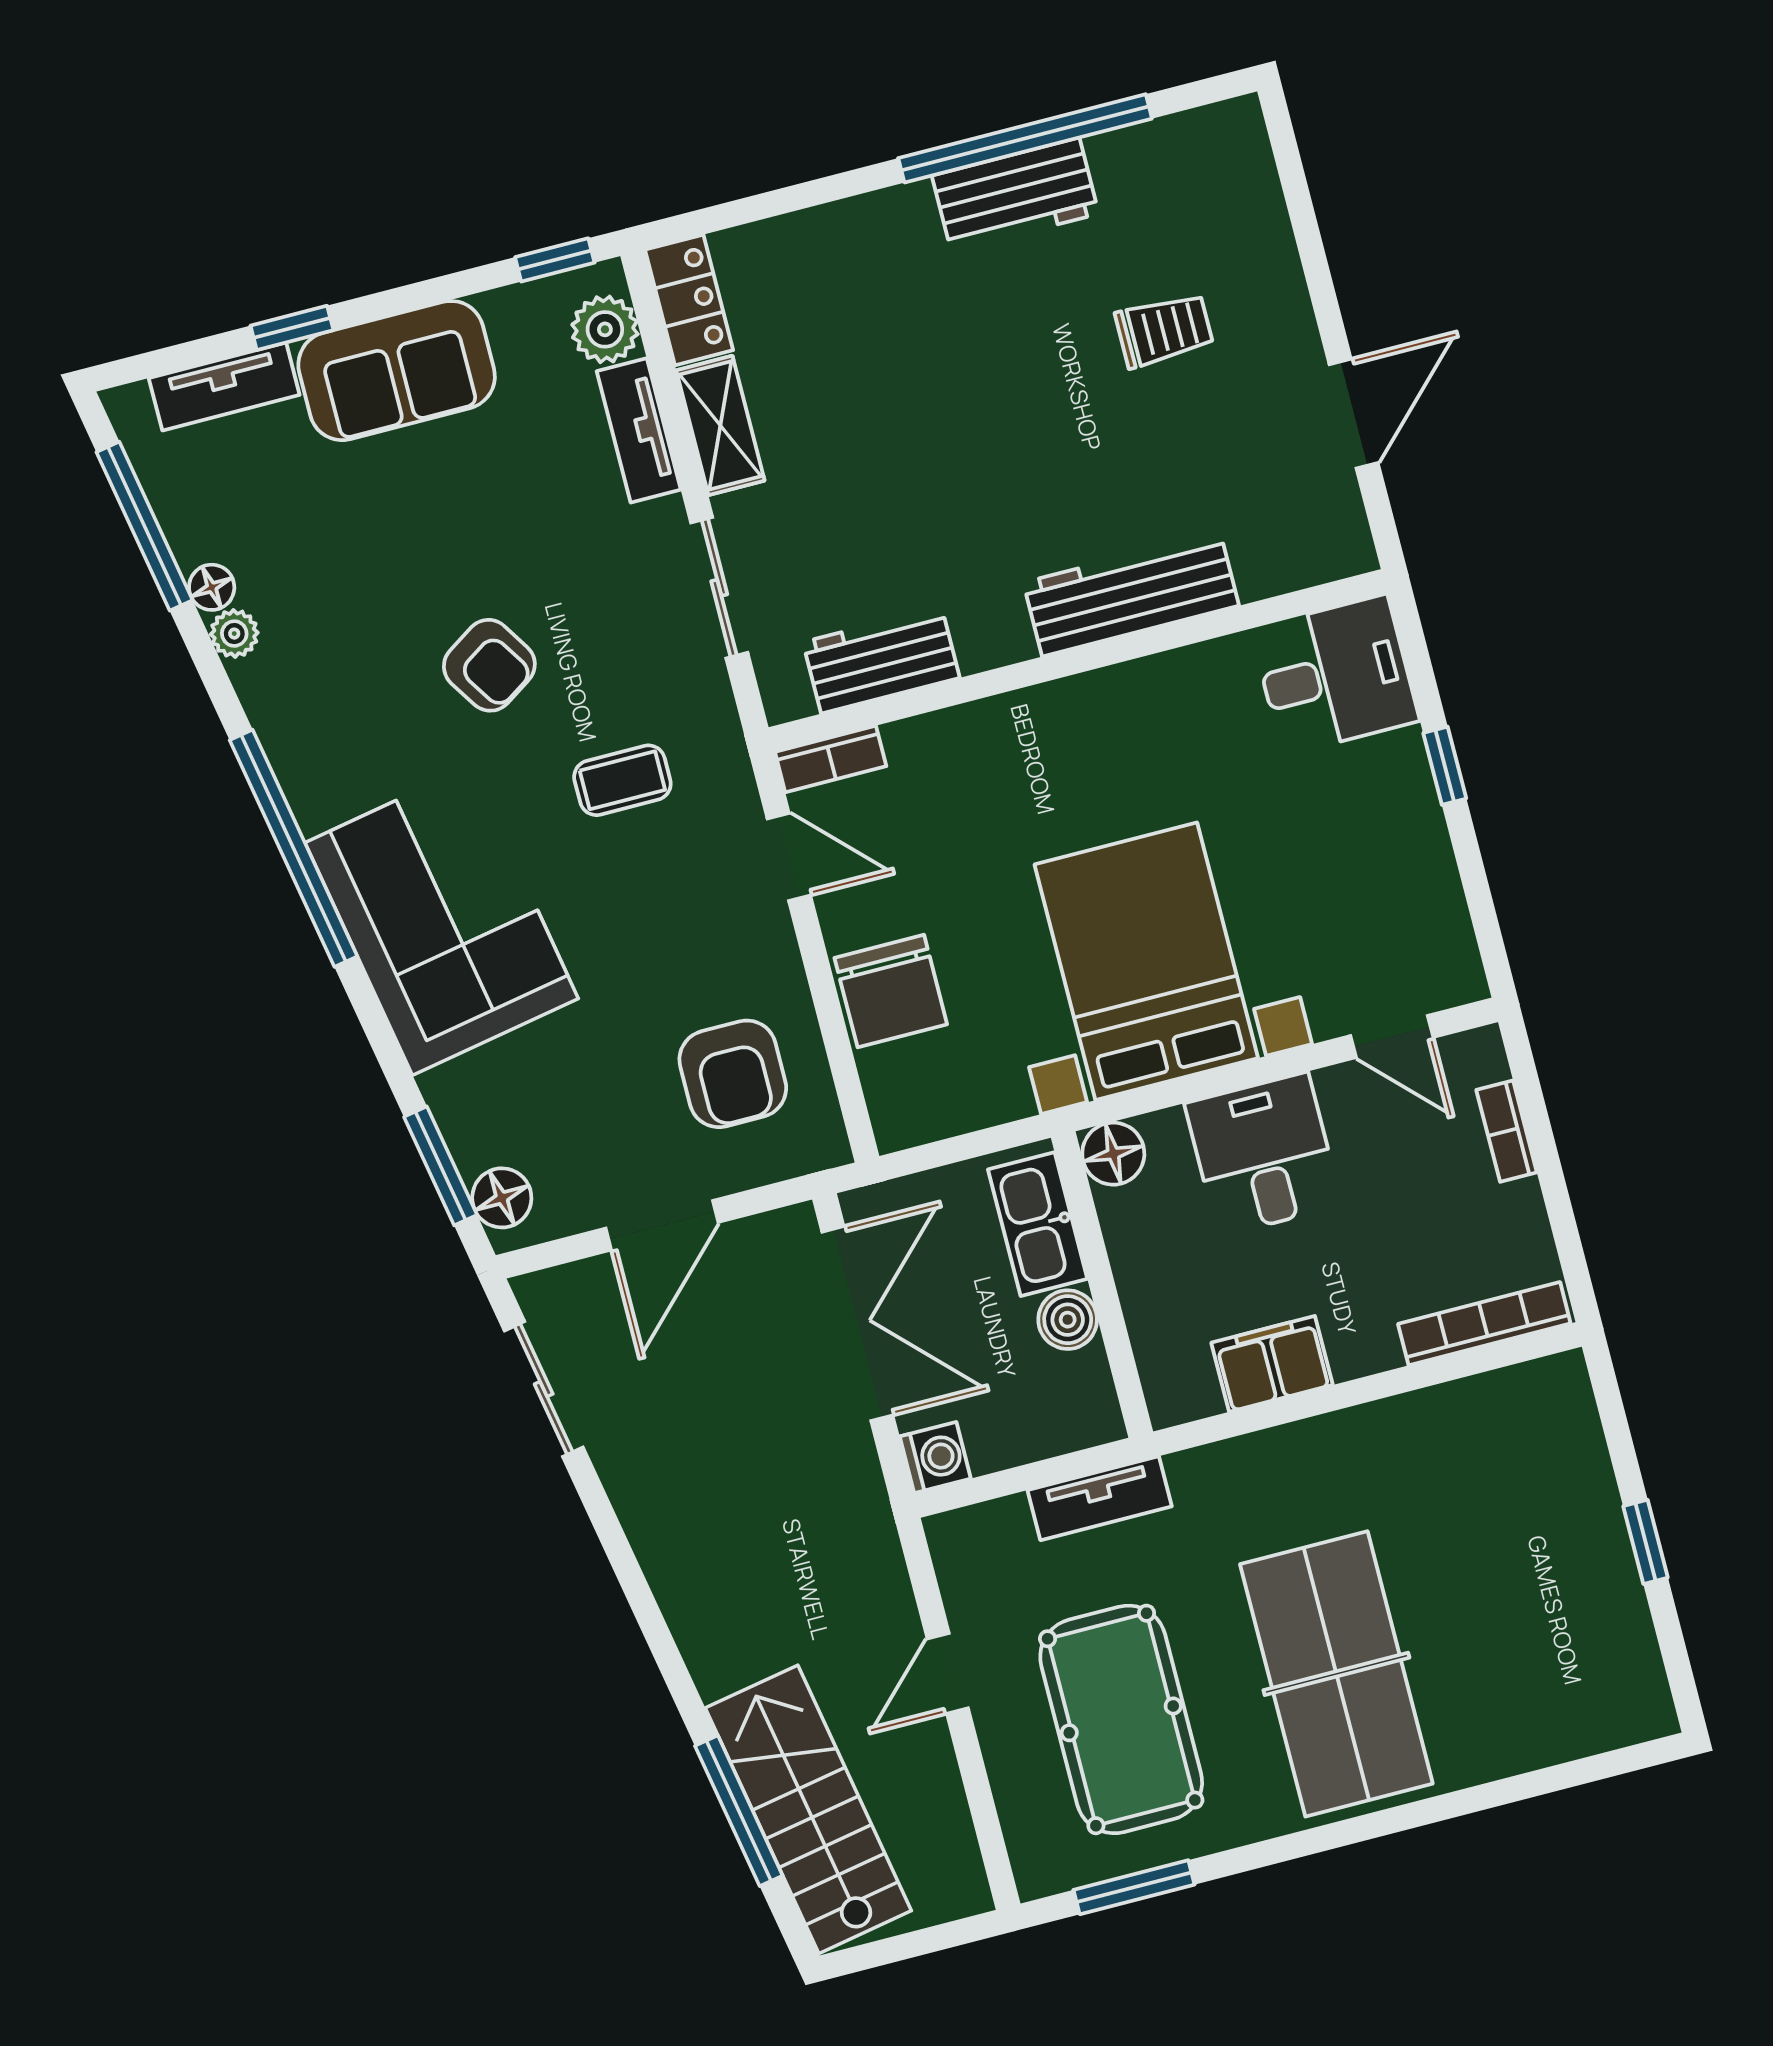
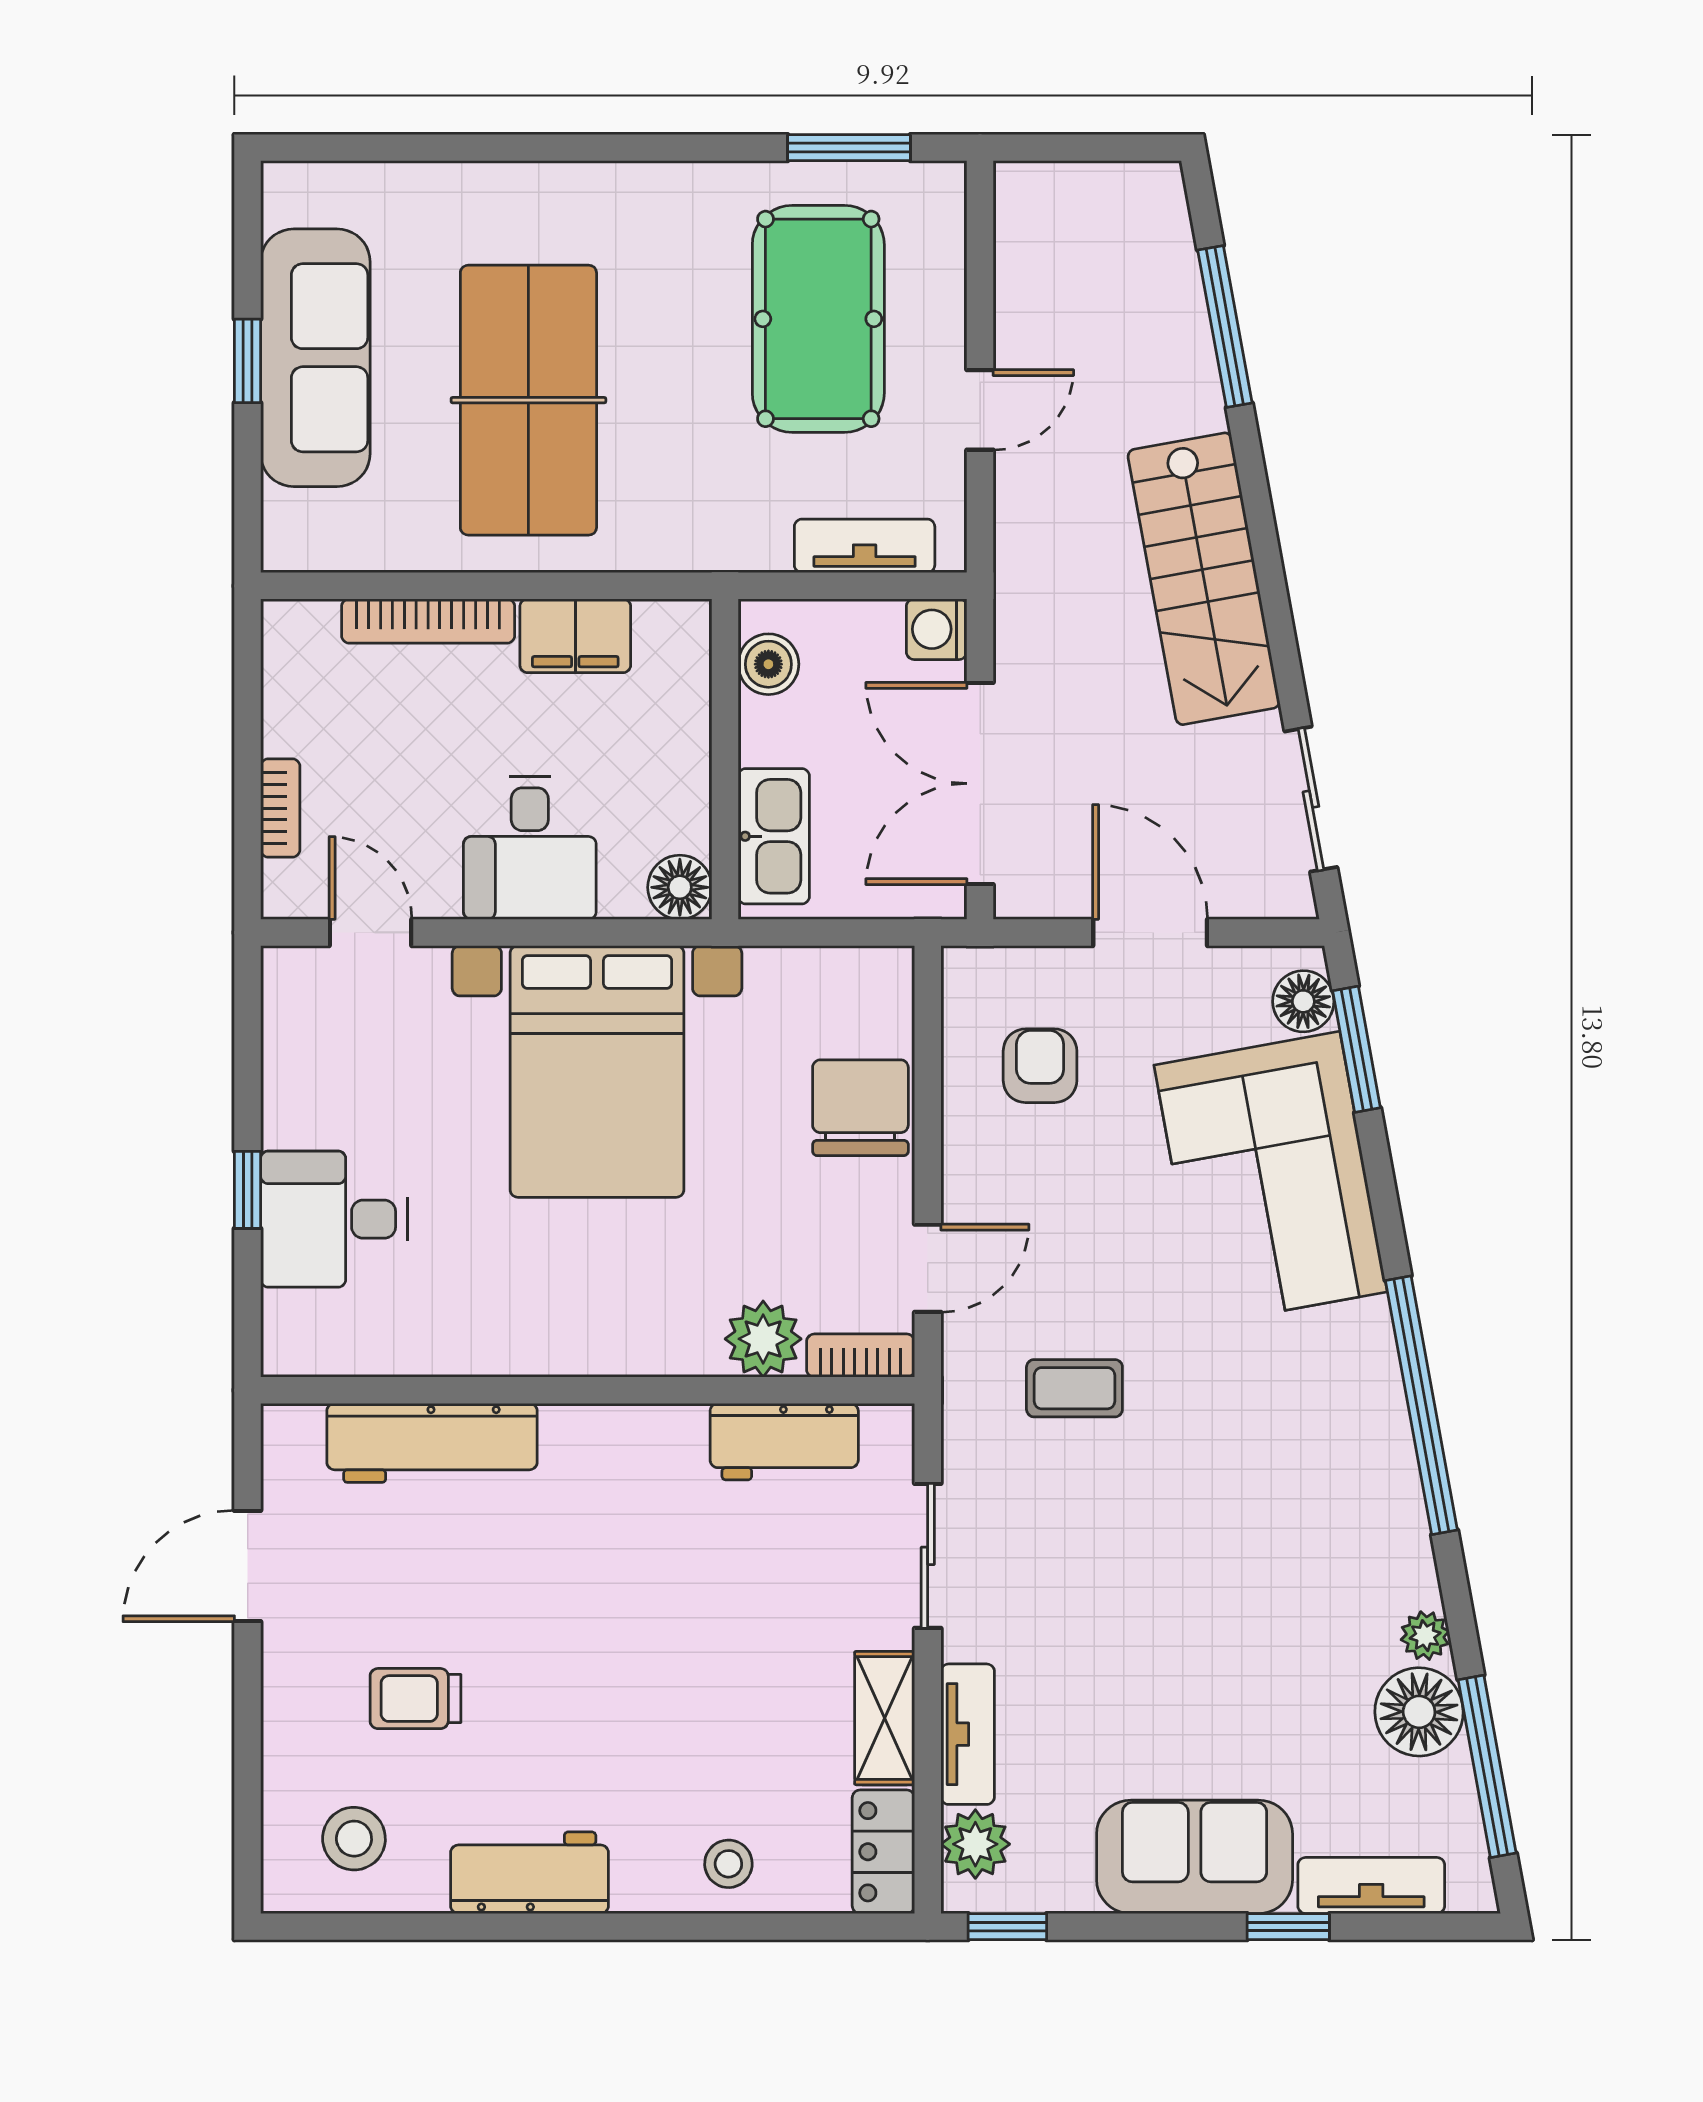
window: (1025, 138) -> (505, 1927), removed
stool: (1188, 184) -> (354, 1839), added
stool: (831, 251) -> (728, 1864), added
floor lamp: (212, 587) -> (1419, 1712), width x1.89, depth x1.89
workbench: (1131, 594) -> (432, 1443), moved
armchair: (489, 665) -> (1178, 1538), removed
desk: (1335, 675) -> (334, 1219), moved
plant: (926, 751) -> (763, 1339), added
door: (789, 857) -> (928, 1268), swing flipped
corner sofa: (442, 921) -> (1271, 1178), moved
armchair: (733, 1074) -> (1040, 1066), width x0.72, depth x0.72
door: (662, 1225) -> (1150, 932), hinge flipped
boiler: (1068, 1320) -> (768, 664), moved
bookcase: (1484, 1324) -> (428, 621), moved
tv unit: (1100, 1498) -> (865, 546), moved
sofa: (1583, 1561) -> (315, 358), added
table tennis table: (1336, 1674) -> (528, 400), moved
stairs: (808, 1809) -> (1204, 579), moved

